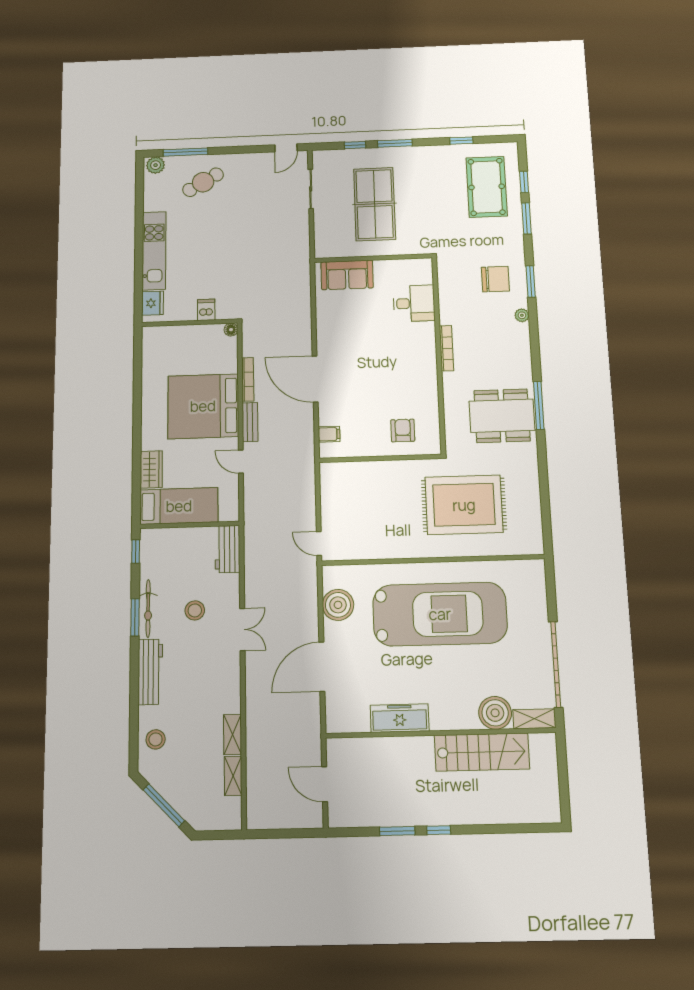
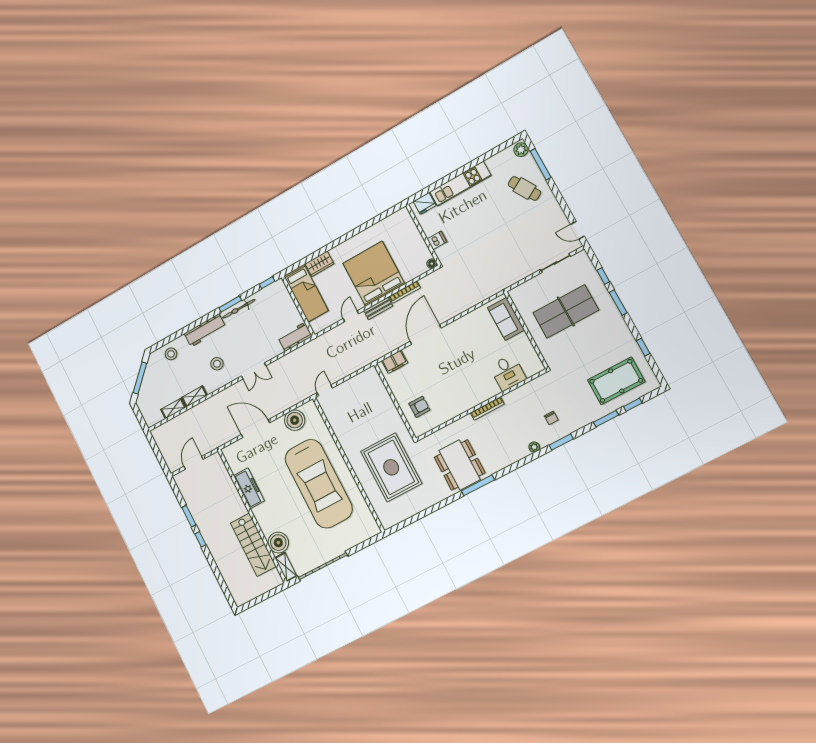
chair: (495, 279) -> (551, 418), width x0.54, depth x0.54
filing cabinet: (329, 434) -> (395, 362), width x2.00
stool: (195, 610) -> (217, 364), moved

